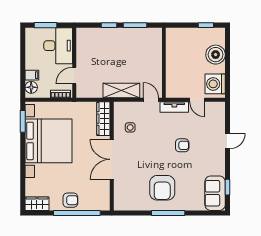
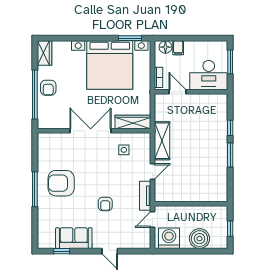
wall: (164, 63) -> (191, 204), moved
sofa: (215, 193) -> (74, 238), moved

